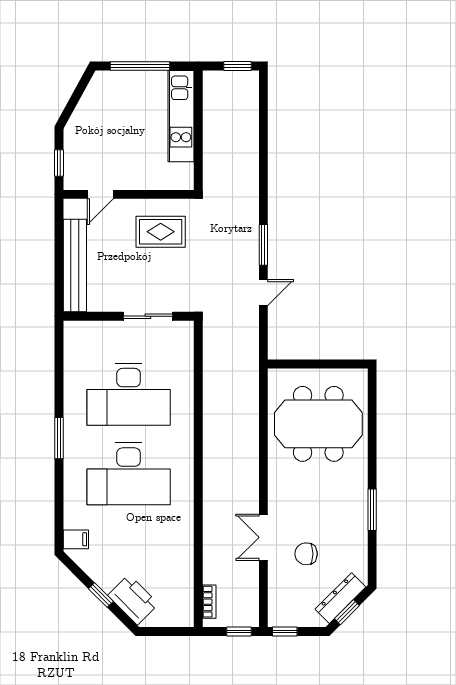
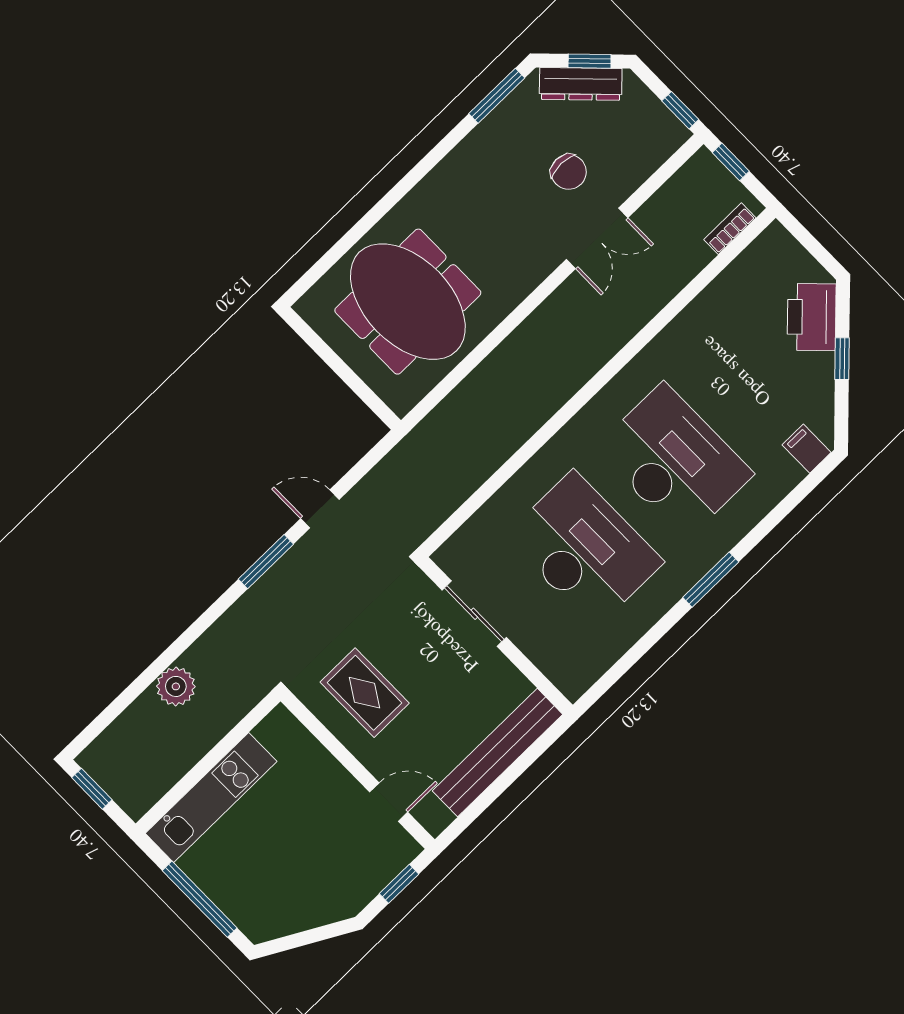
plant: (247, 149) -> (176, 686), added
window: (372, 510) -> (497, 96), moved

